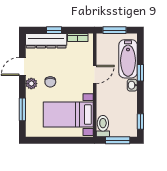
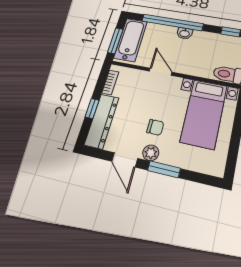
bathtub: (128, 59) -> (131, 40), moved, turned -90
window: (140, 73) -> (172, 22), width x3.17
window: (22, 109) -> (164, 169), moved

